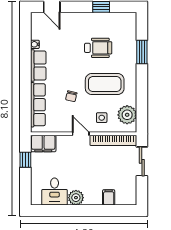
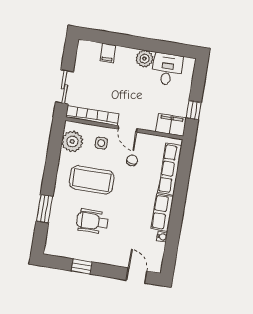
chair: (71, 96) -> (132, 160), moved

